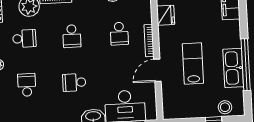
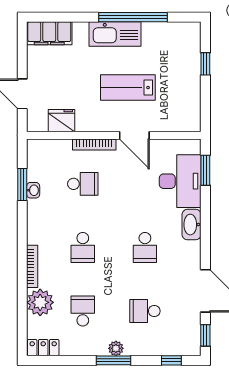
school desk: (72, 36) -> (83, 247), turned 90
kitchen sink: (233, 68) -> (115, 34), moved
stool: (225, 107) -> (189, 48), removed

